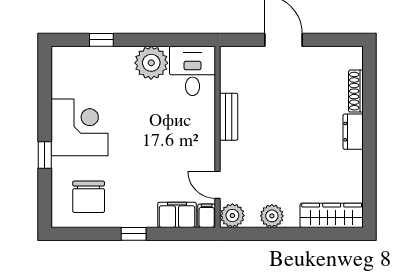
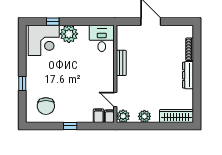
plant: (151, 63) -> (69, 34), moved
corner desk: (79, 127) -> (44, 40), moved, turned 90
dresser: (353, 132) -> (188, 75), width x1.44
filing cabinet: (177, 215) -> (99, 116), width x0.50

